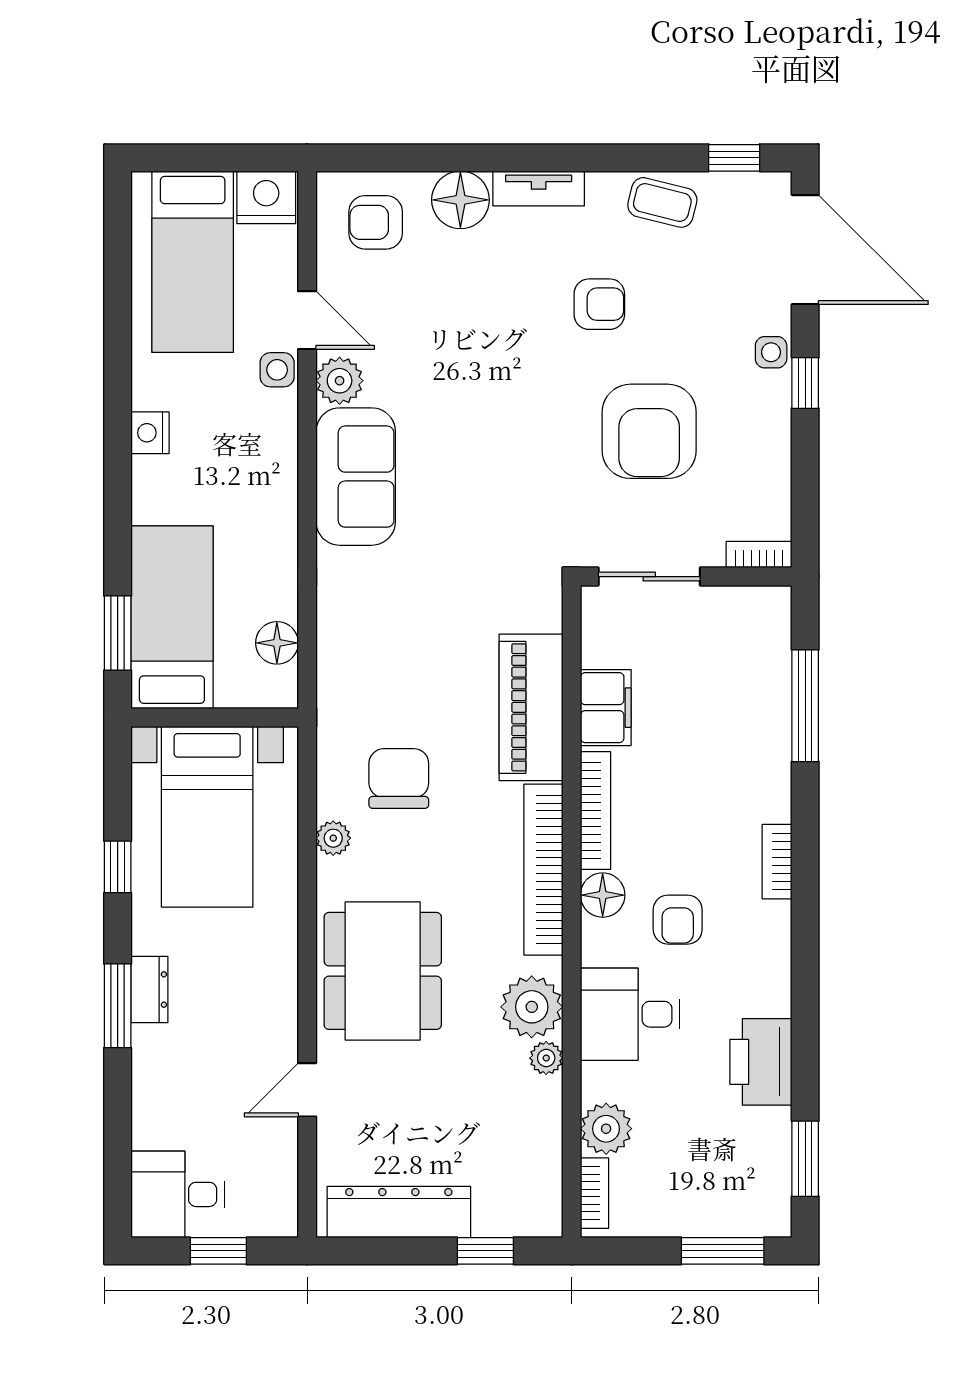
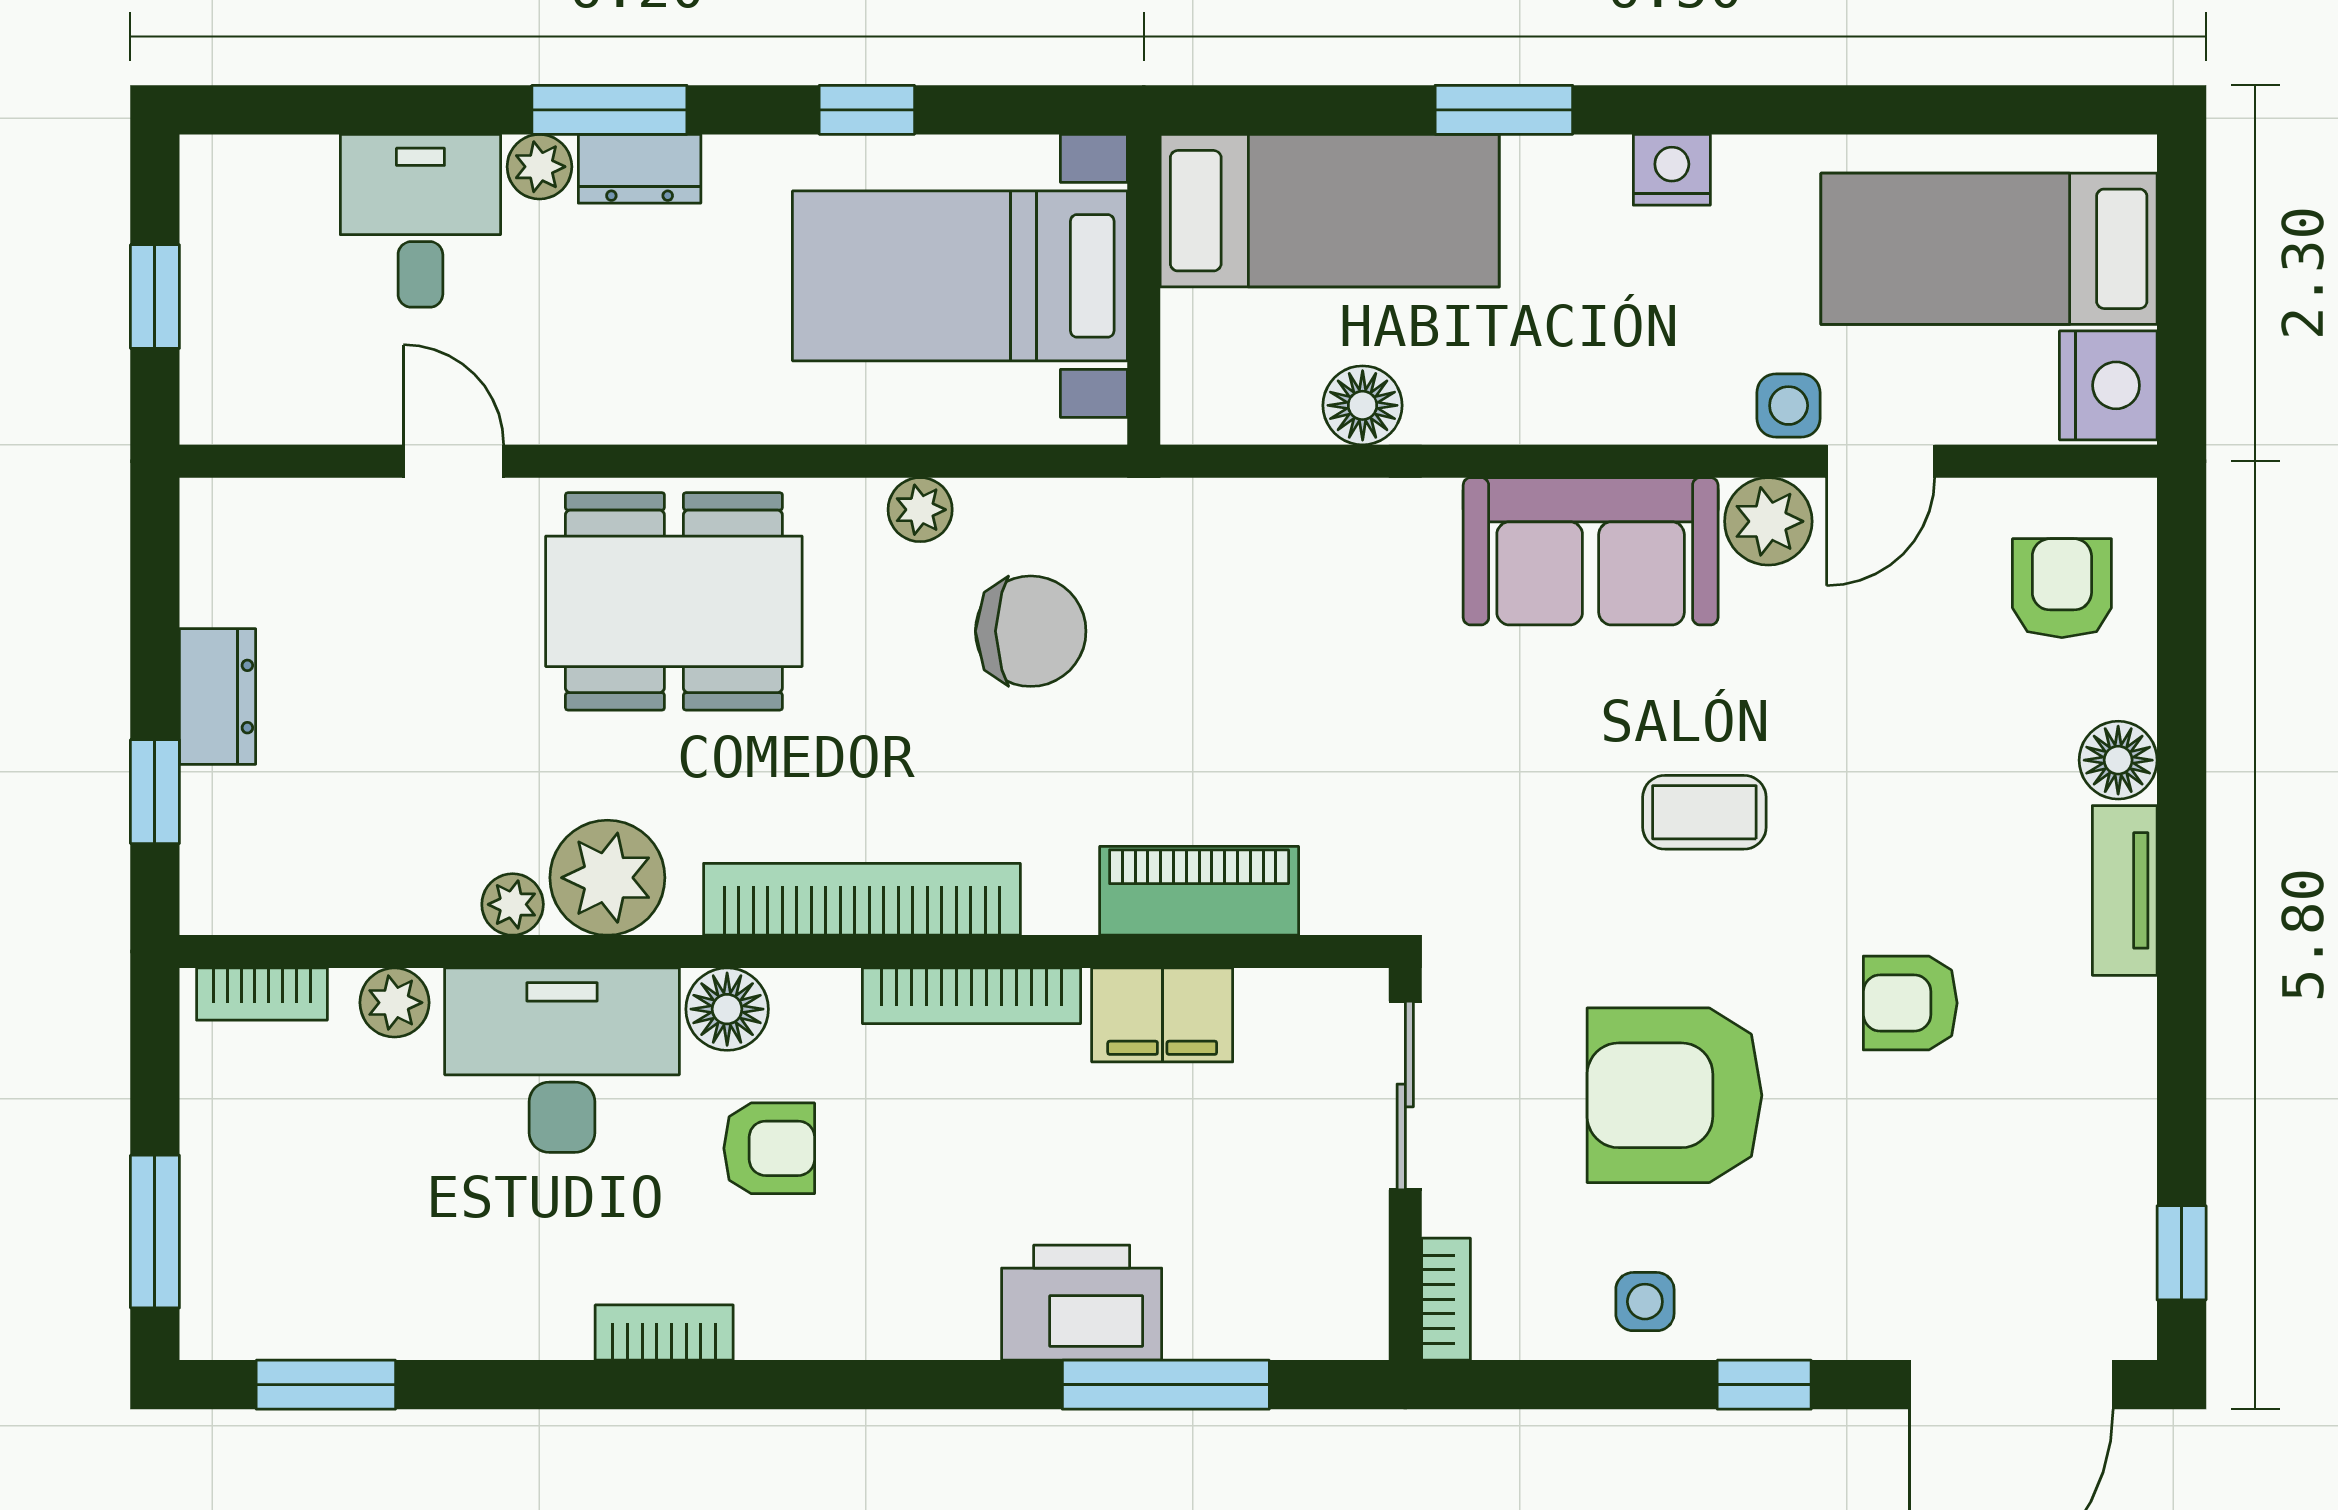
floor lamp: (460, 200) -> (2118, 760), width x0.73, depth x0.73
coffee table: (662, 202) -> (1704, 812), moved, turned 76
armchair: (599, 304) -> (1910, 1003), turned 90
side table: (771, 352) -> (1645, 1302), moved
window: (118, 633) -> (1504, 110), moved
floor lamp: (277, 643) -> (1363, 405), moved
piano: (531, 707) -> (1199, 891), width x0.73, depth x0.75
bookcase: (777, 862) -> (664, 1333), moved
floor lamp: (603, 895) -> (727, 1009), moved
armchair: (678, 920) -> (769, 1148), turned 180
desk: (630, 1014) -> (562, 1060), width x1.37
plant: (148, 1043) -> (539, 167), added
printer: (761, 1062) -> (1082, 1303), moved
plant: (606, 1129) -> (394, 1003), width x0.73, depth x0.73
desk: (177, 1194) -> (420, 221), moved
dresser: (399, 1212) -> (218, 697), width x0.51, depth x0.80

